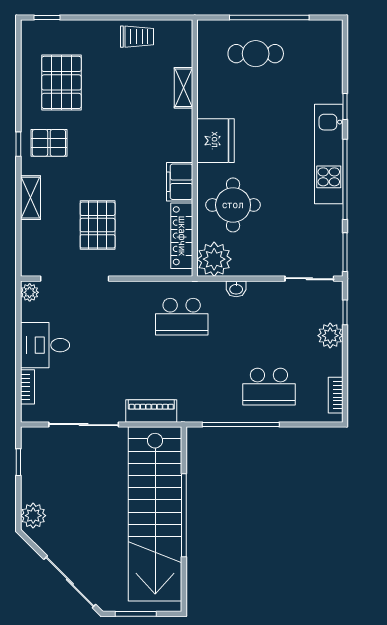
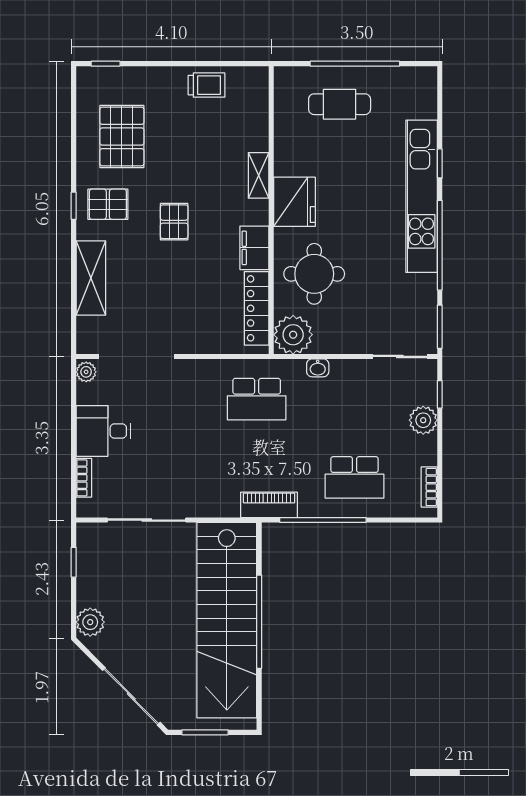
shelving: (183, 88) -> (259, 175), moved
kitchen unit: (329, 154) -> (422, 196), width x1.36
shelving: (31, 198) -> (91, 278), width x1.50, depth x1.33
pallet: (98, 225) -> (174, 222), moved, width x0.67, depth x0.71
piano: (151, 411) -> (269, 505), moved

